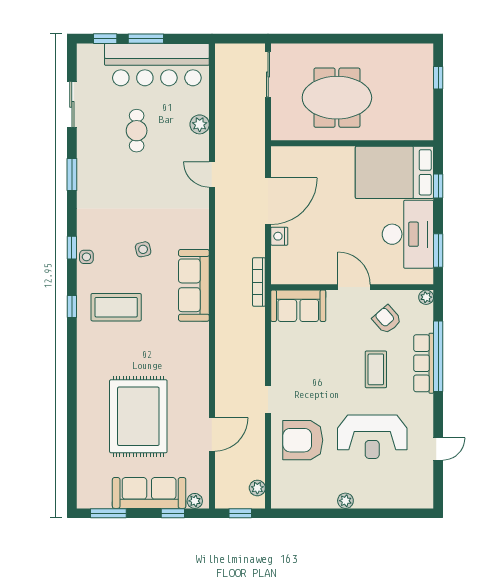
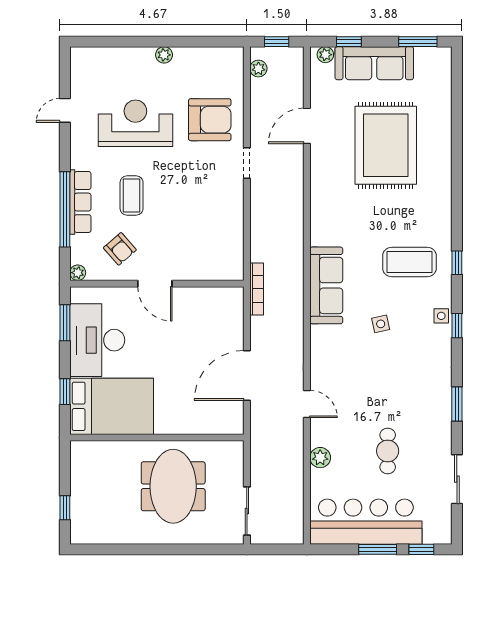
meeting table: (337, 98) -> (173, 486), turned 90
nightstand: (279, 236) -> (235, 338), removed
sofa: (298, 306) -> (215, 264), removed

